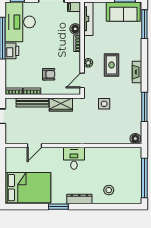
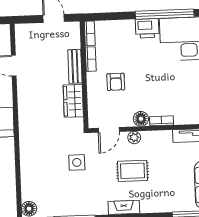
floor lamp: (75, 29) -> (141, 119), moved
door: (82, 80) -> (109, 130), swing flipped
bench: (32, 103) -> (75, 66), width x0.73

